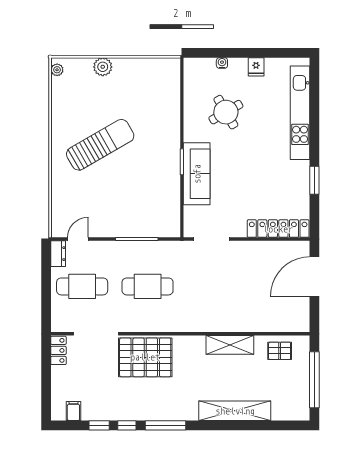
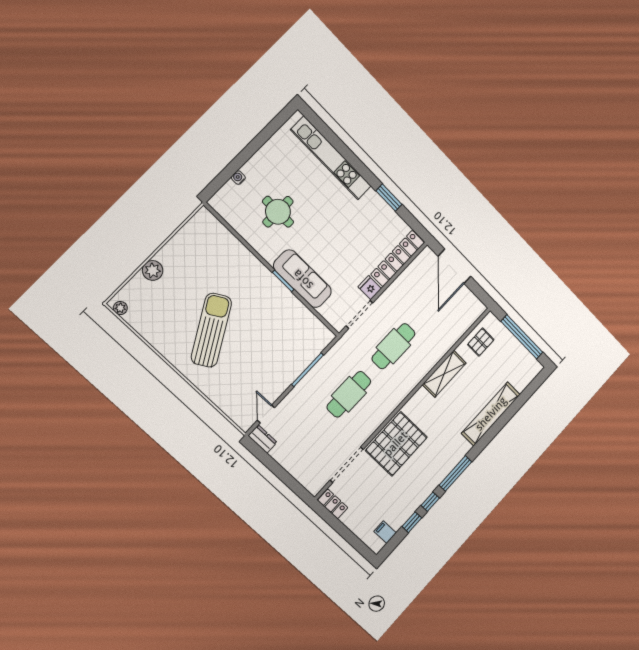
fridge: (256, 67) -> (370, 288), moved, turned 180
round table: (226, 112) -> (278, 212), turned 30
cafe table: (82, 286) -> (393, 346), moved

